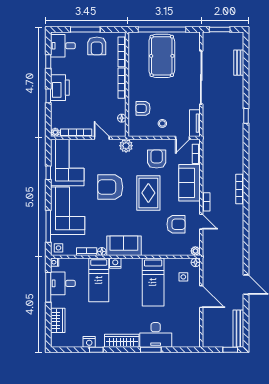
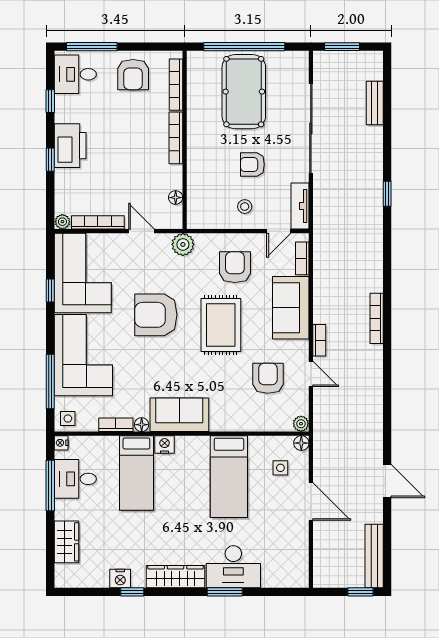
window: (85, 30) -> (92, 47), moved
armchair: (143, 108) -> (252, 164), moved
armchair: (176, 224) -> (268, 378), turned -90

